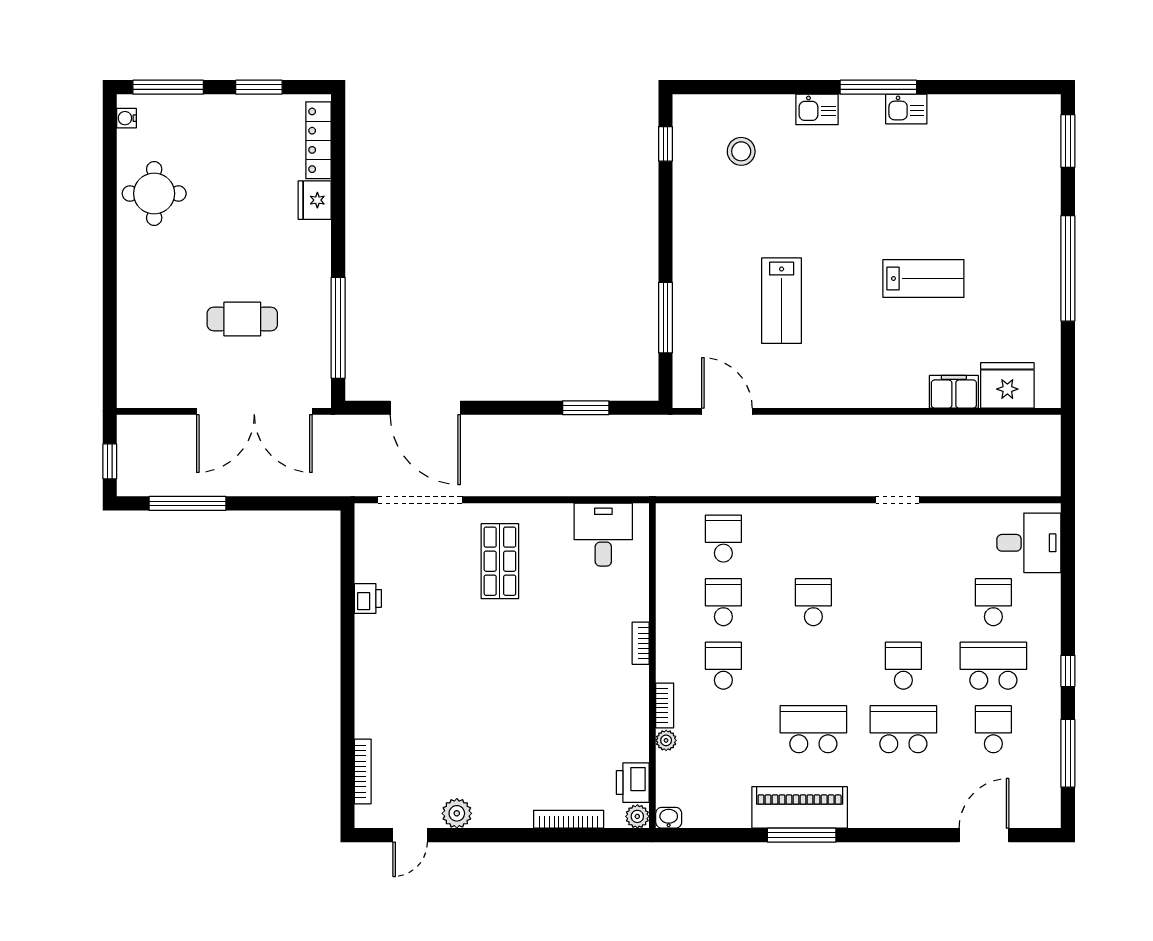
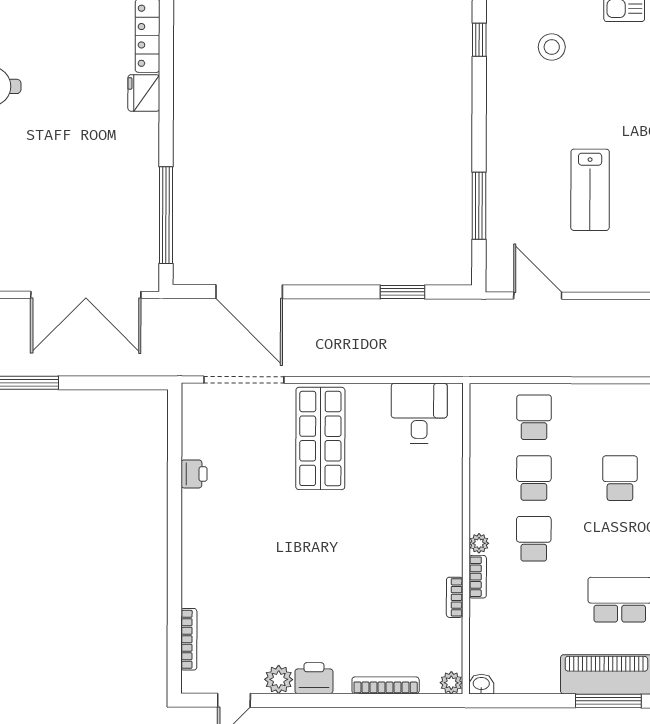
cafe table: (242, 319) -> (74, 207), removed
shop shelf: (500, 561) -> (320, 438), width x1.43, depth x1.36
bookcase: (641, 643) -> (455, 597), moved
plant: (666, 740) -> (479, 543), moved
printer: (633, 783) -> (314, 678), moved, turned 90

